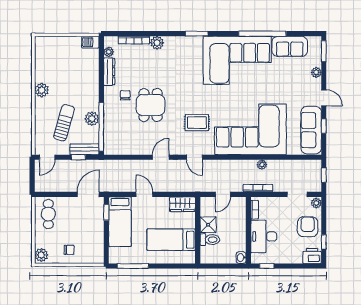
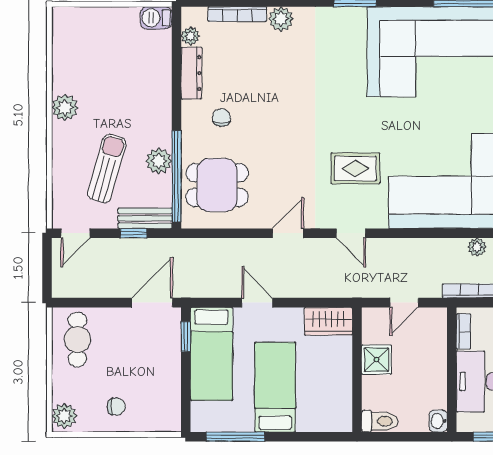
dining table: (151, 105) -> (217, 185), moved, turned 90
bed: (171, 240) -> (275, 387), moved, turned 90
toilet: (210, 240) -> (380, 421), moved

